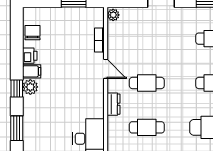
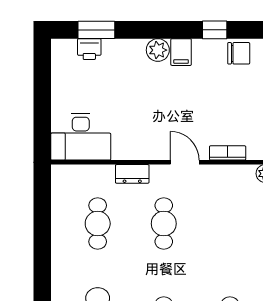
printer: (30, 56) -> (89, 49), moved
door: (106, 69) -> (185, 162), swing flipped
window: (17, 88) -> (215, 30), moved

